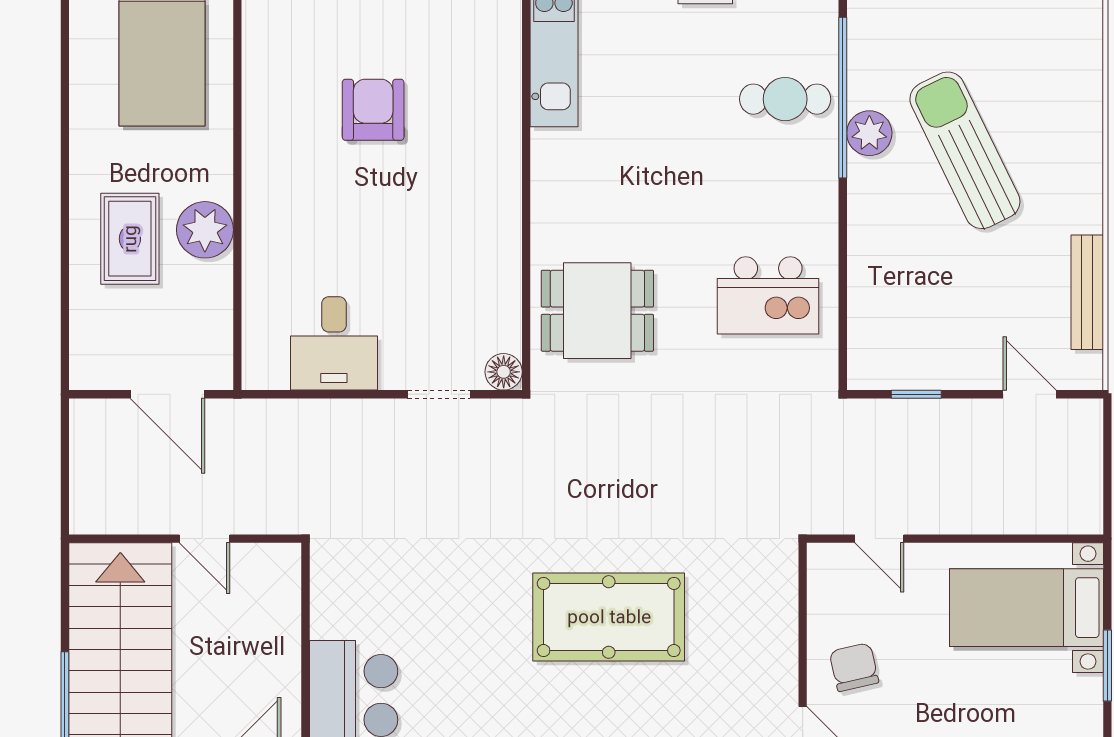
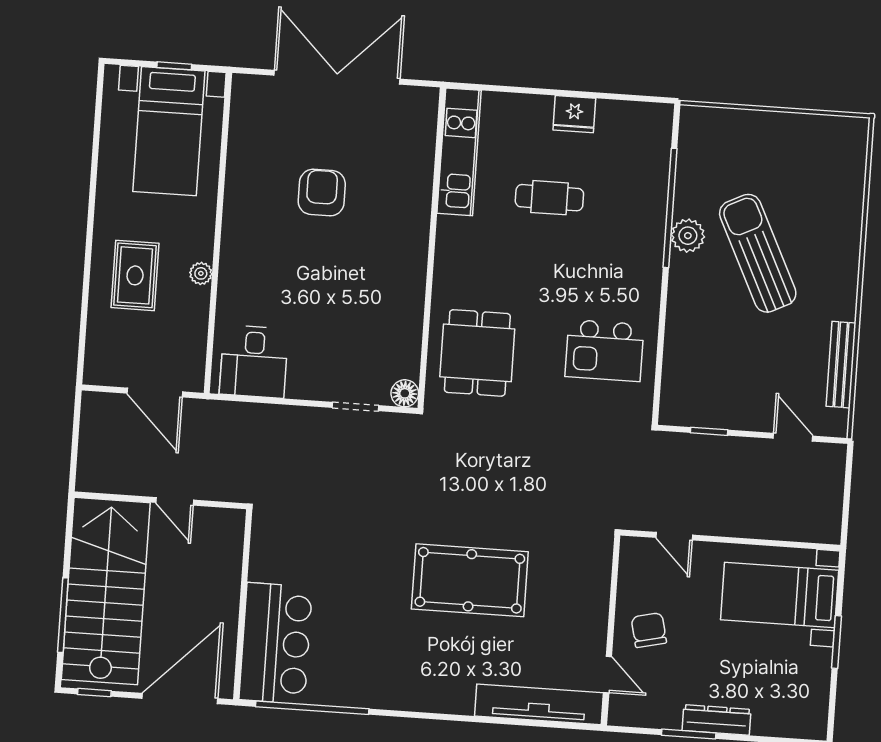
cafe table: (785, 99) -> (549, 198), moved
plant: (205, 230) -> (201, 273), width x0.53, depth x0.53
dining table: (597, 311) -> (477, 353), turned 90
desk: (334, 343) -> (254, 362), moved

